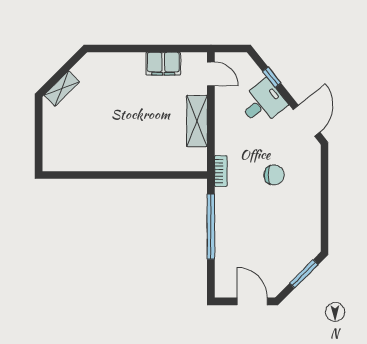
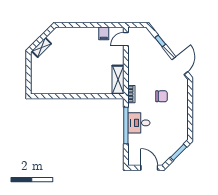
filing cabinet: (163, 64) -> (104, 33), width x0.50
door: (211, 74) -> (126, 39), swing flipped
desk: (263, 103) -> (139, 123), moved, turned -141
shelving: (197, 121) -> (118, 80), moved

